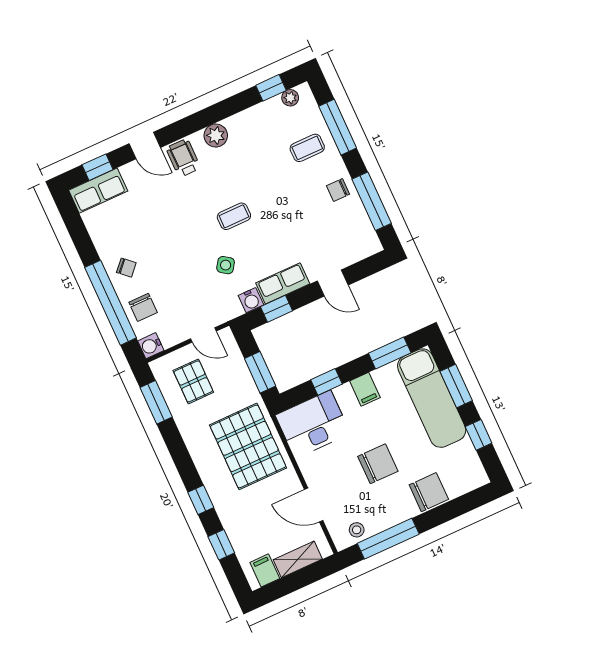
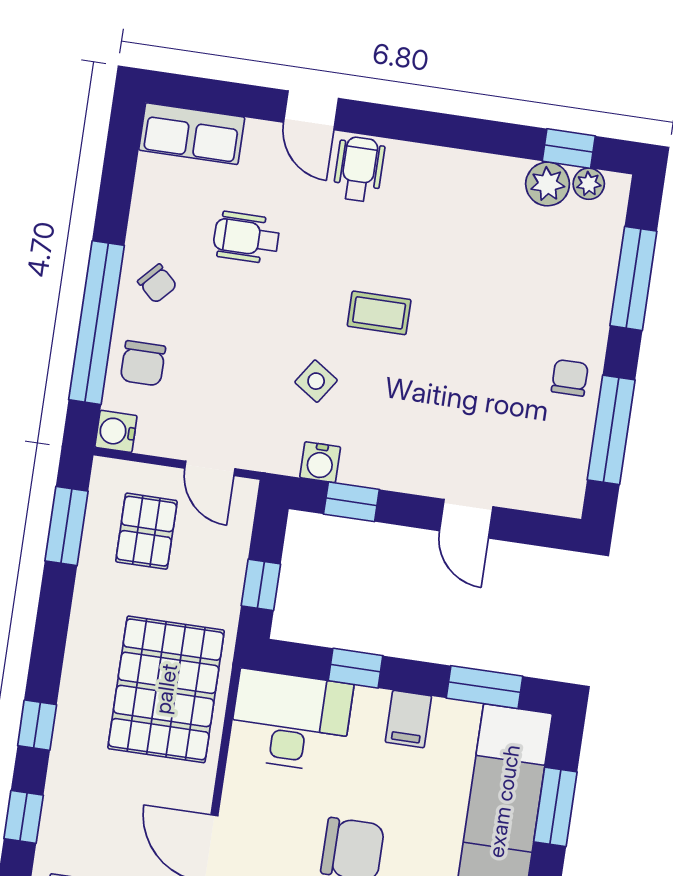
plant: (216, 136) -> (548, 184), moved
coffee table: (307, 148) -> (564, 280), removed
window: (98, 167) -> (215, 96), removed
chair: (338, 190) -> (570, 378), turned 90
wheelchair: (153, 221) -> (246, 238), added
row of seats: (283, 283) -> (387, 468), removed
window: (260, 372) -> (261, 585), width x0.67

